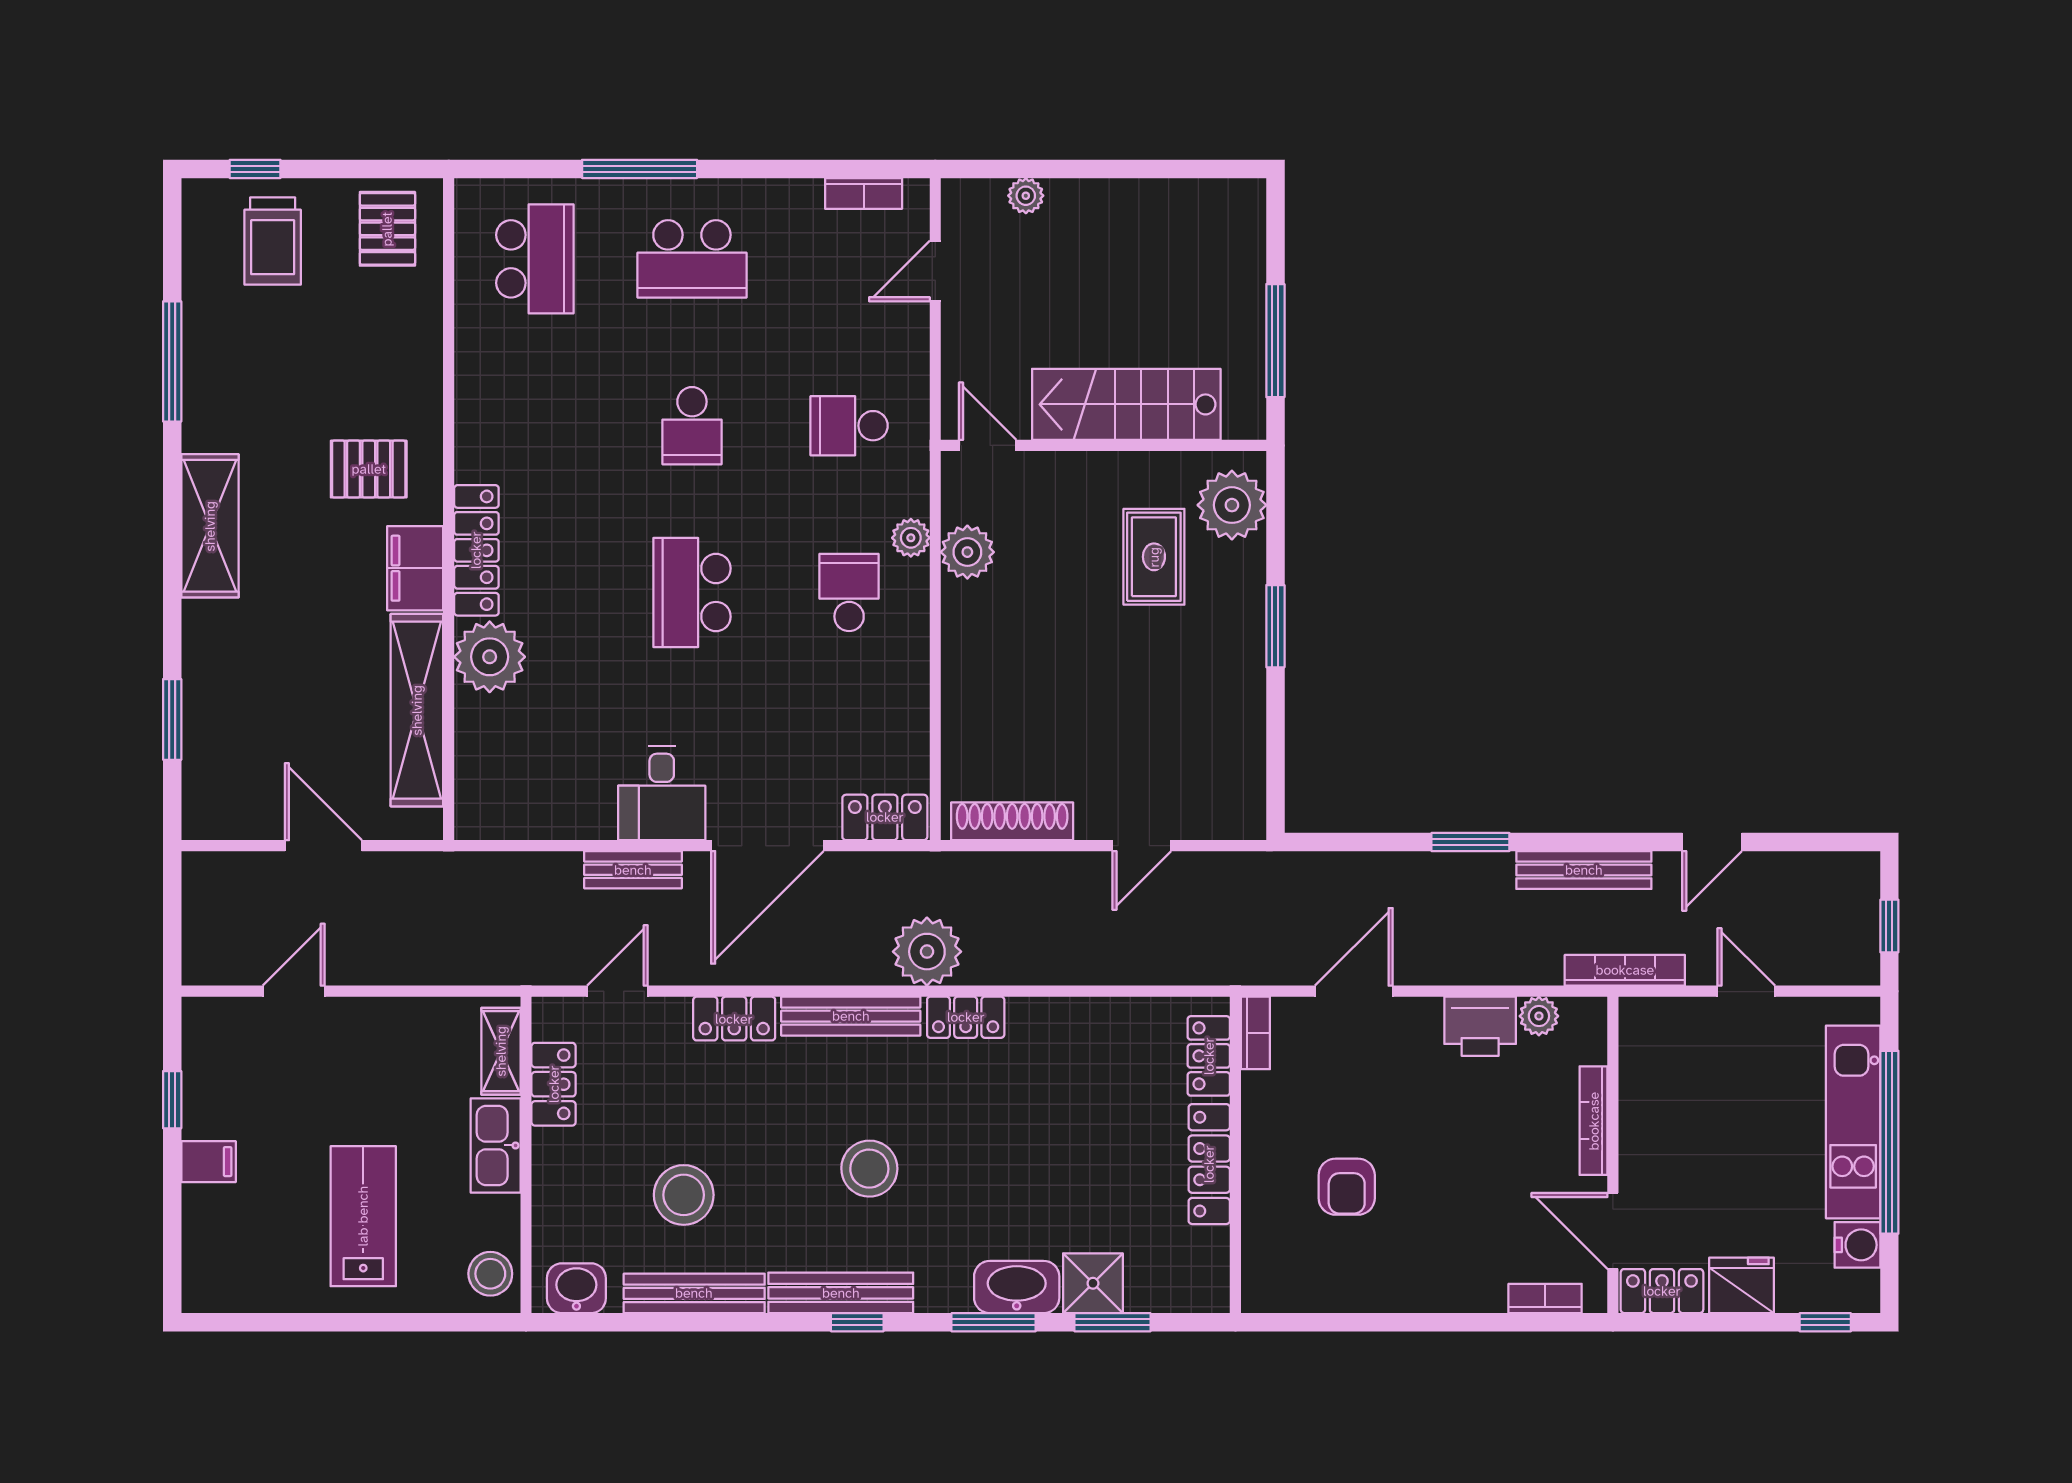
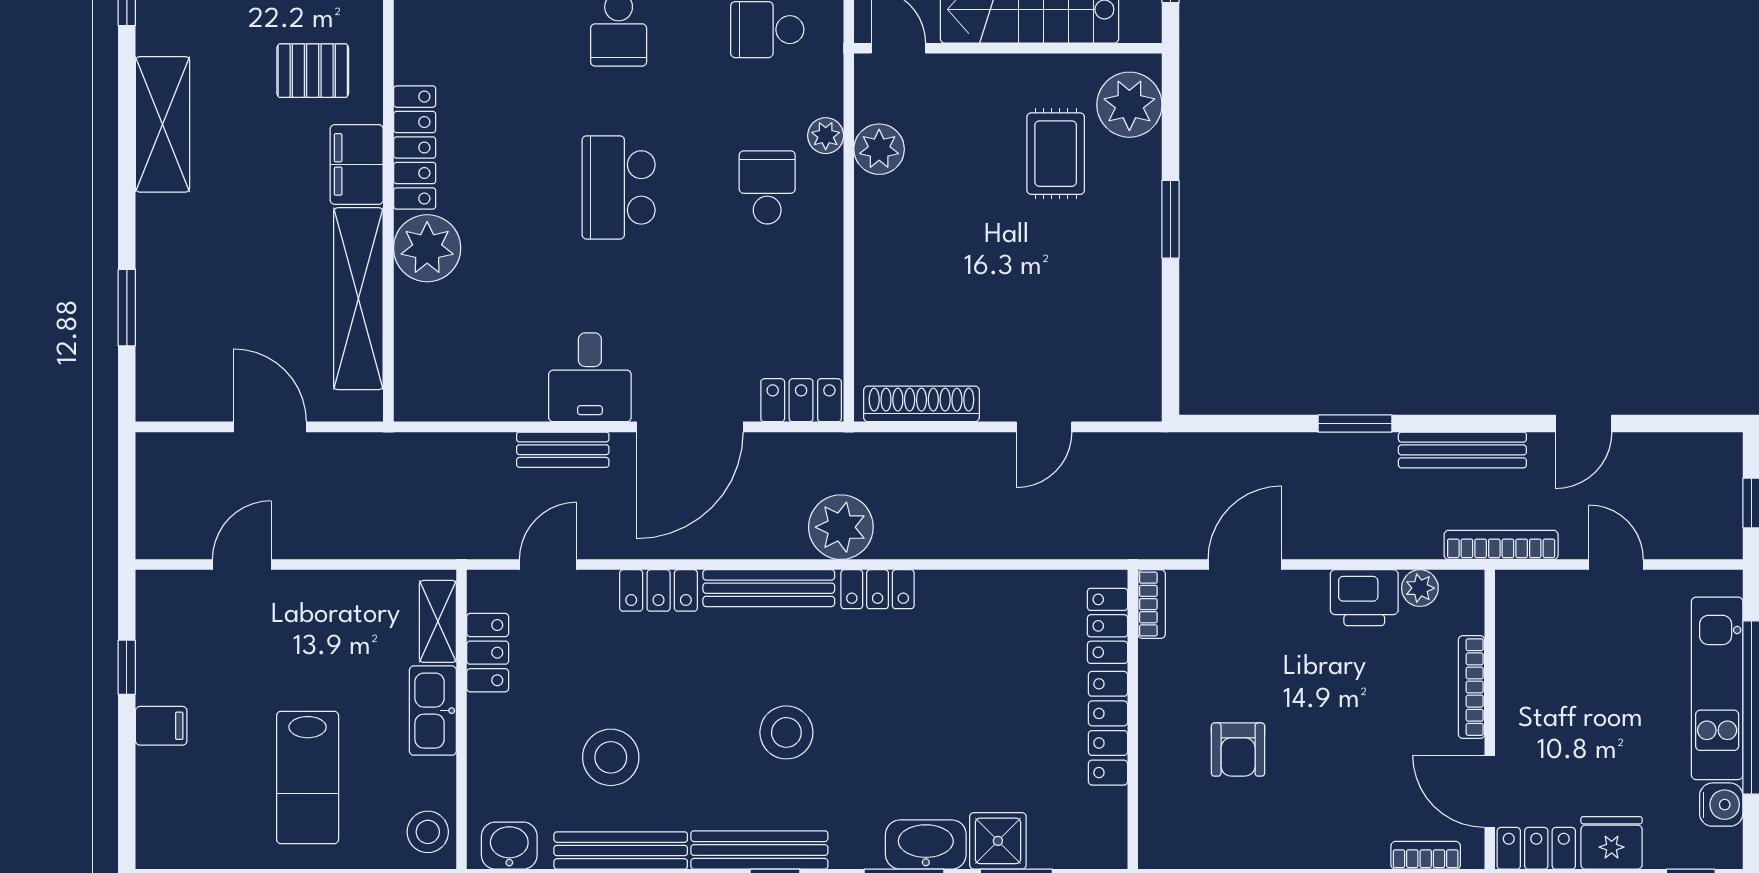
lab bench: (363, 1216) -> (308, 778), turned 180

